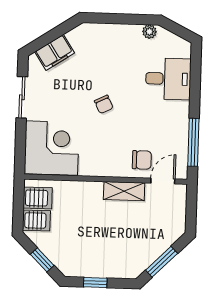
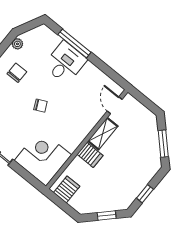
desk: (168, 79) -> (65, 63), moved
window: (193, 142) -> (74, 43), moved
chair: (142, 160) -> (17, 73), moved
server rack: (36, 220) -> (90, 155), moved, turned 90

